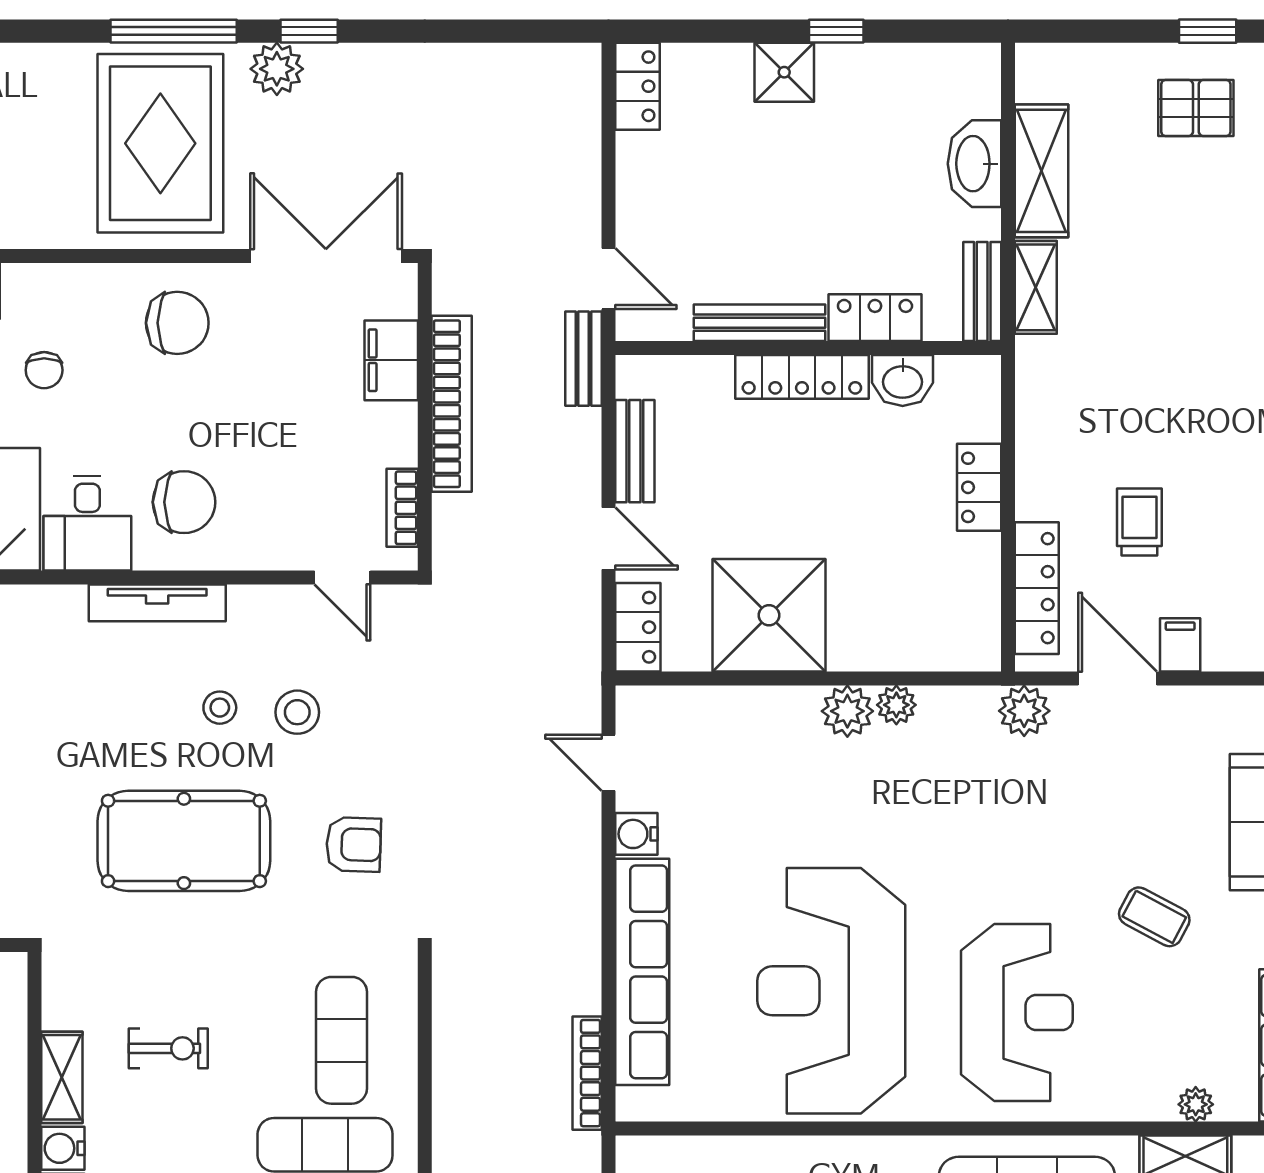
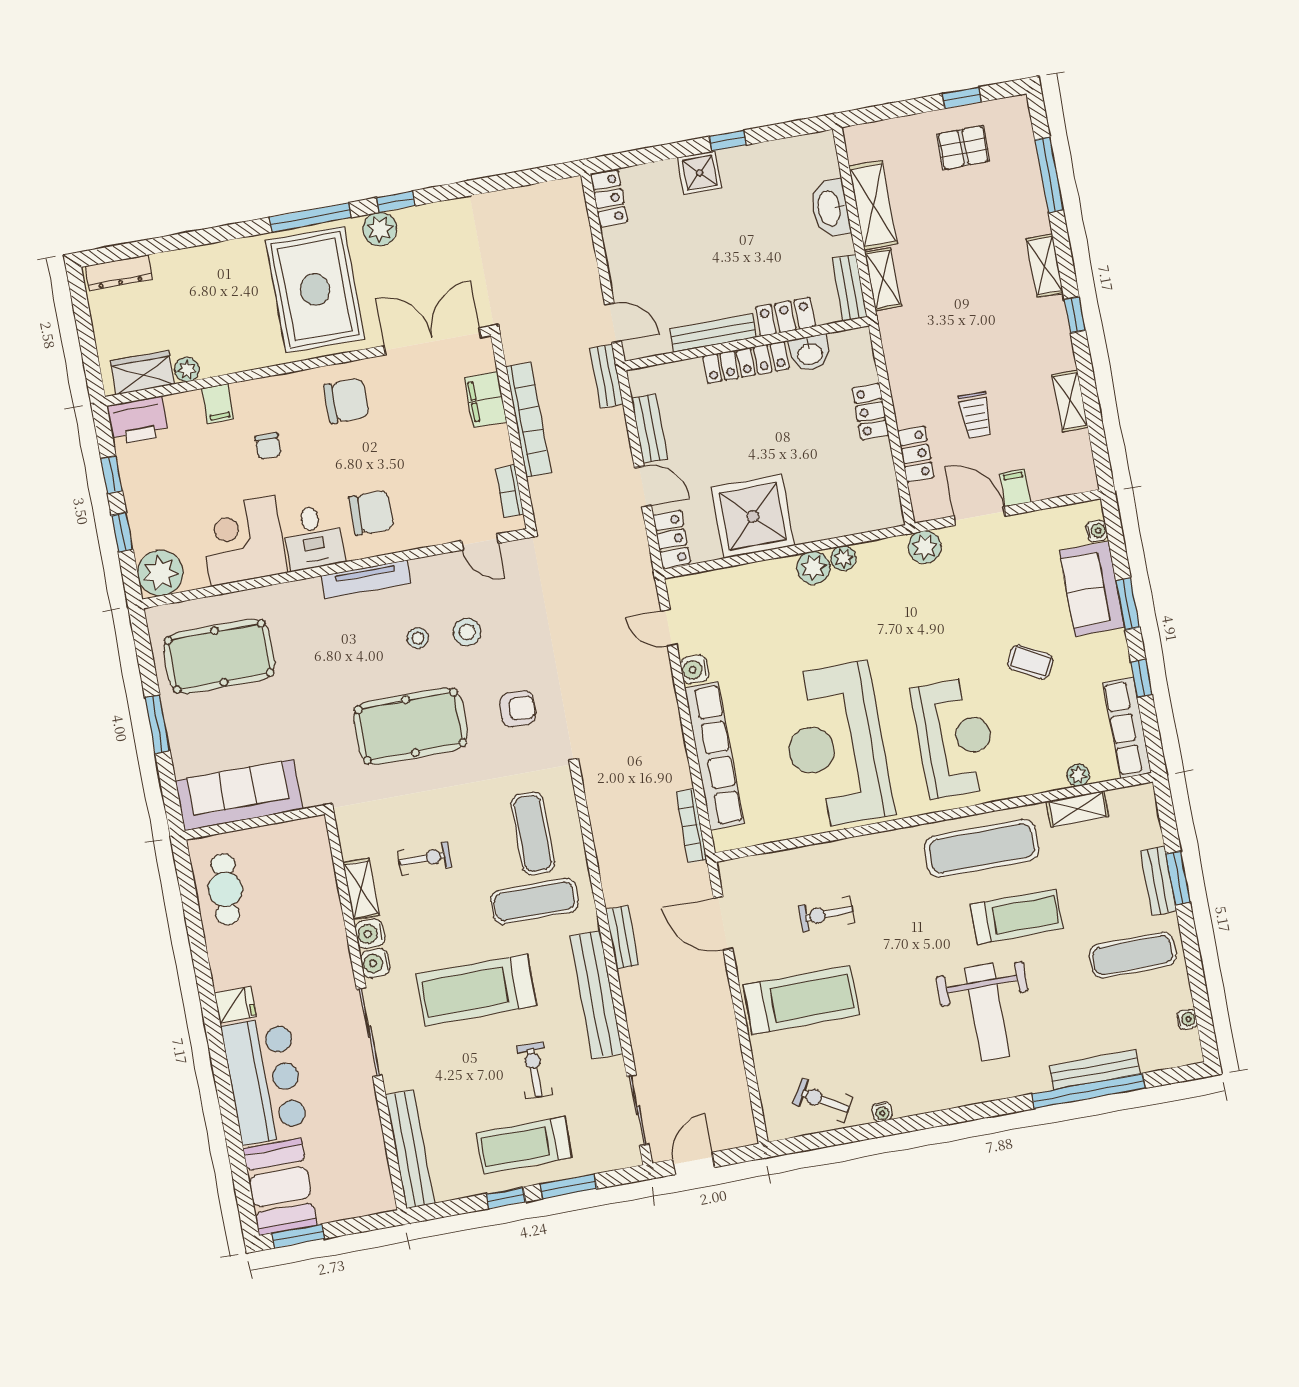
trolley: (1139, 522) -> (975, 415), turned 180
locker: (1037, 588) -> (916, 454), width x0.66

